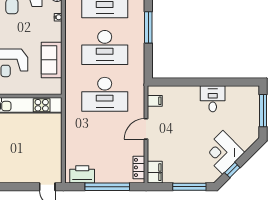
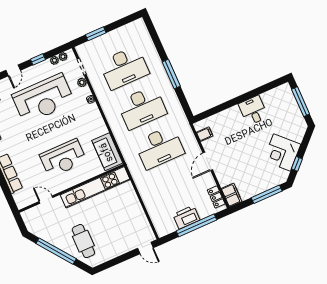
sofa: (52, 60) -> (107, 152), moved
printer: (82, 174) -> (186, 217), moved

